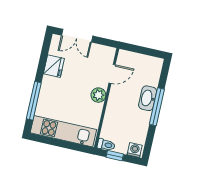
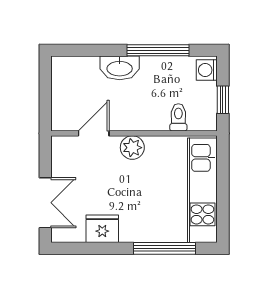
door: (112, 74) -> (94, 133), hinge flipped
window: (157, 107) -> (158, 50), moved
toilet: (106, 145) -> (178, 117), moved

